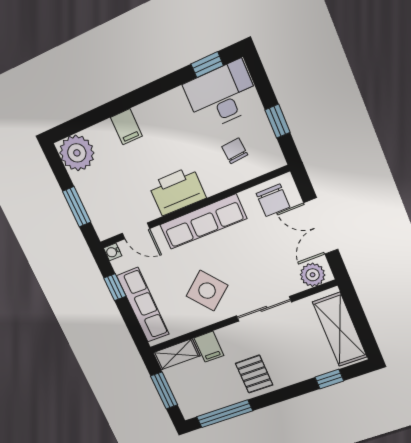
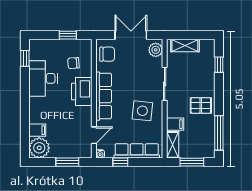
desk: (222, 95) -> (43, 78), moved
filing cabinet: (126, 127) -> (37, 130), moved
printer: (177, 191) -> (82, 91), moved
double door: (321, 226) -> (131, 35), swing flipped
side table: (207, 291) -> (142, 111), turned 45
shelving: (340, 330) -> (185, 45), width x0.67, depth x0.75

